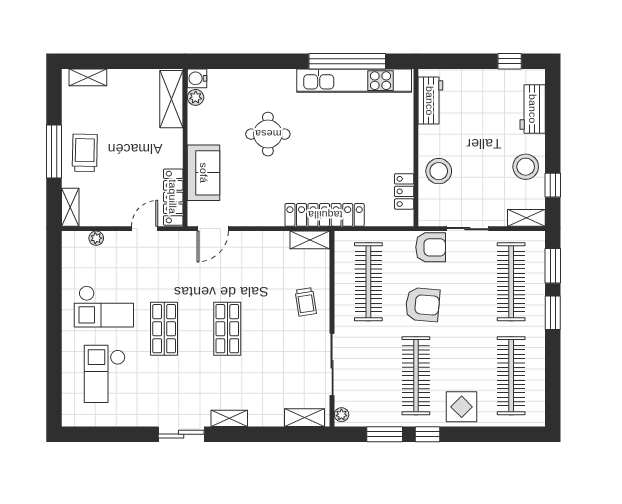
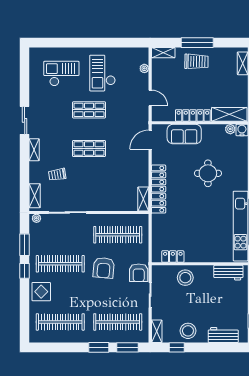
locker: (173, 197) -> (193, 115), moved
locker: (325, 215) -> (159, 189), moved
door: (213, 229) -> (150, 140), hinge flipped
trolley: (306, 302) -> (57, 175), moved

